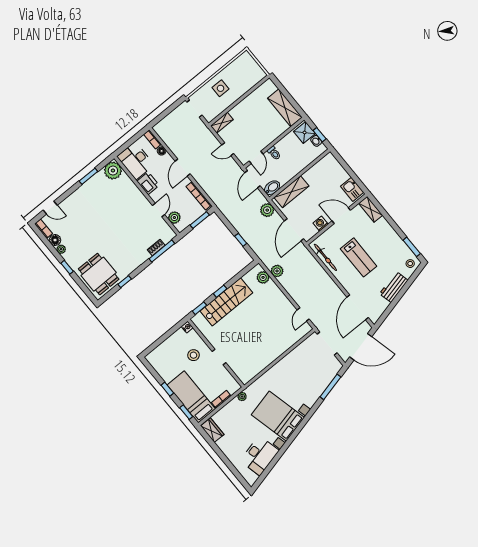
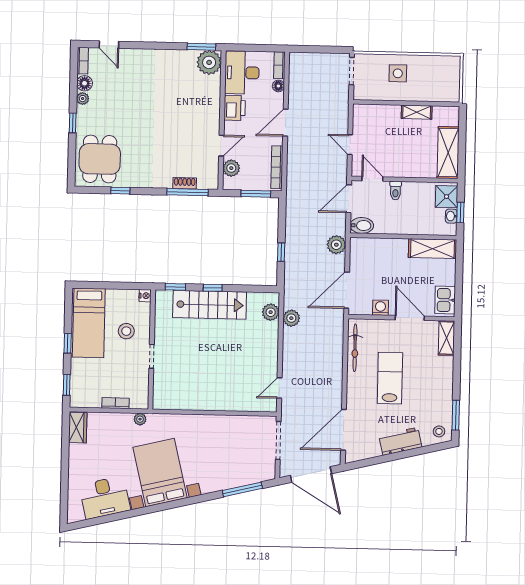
shelving: (222, 123) -> (417, 112), moved
door: (256, 157) -> (372, 179), swing flipped
window: (88, 176) -> (201, 47), moved
shelving: (291, 192) -> (432, 249), moved
lab bench: (359, 257) -> (390, 378), turned 180
bed: (191, 397) -> (89, 323), moved, turned 180

